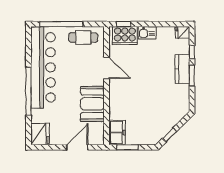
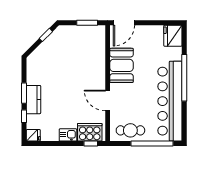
freezer: (117, 133) -> (97, 37), removed
door: (77, 147) -> (124, 23), moved

